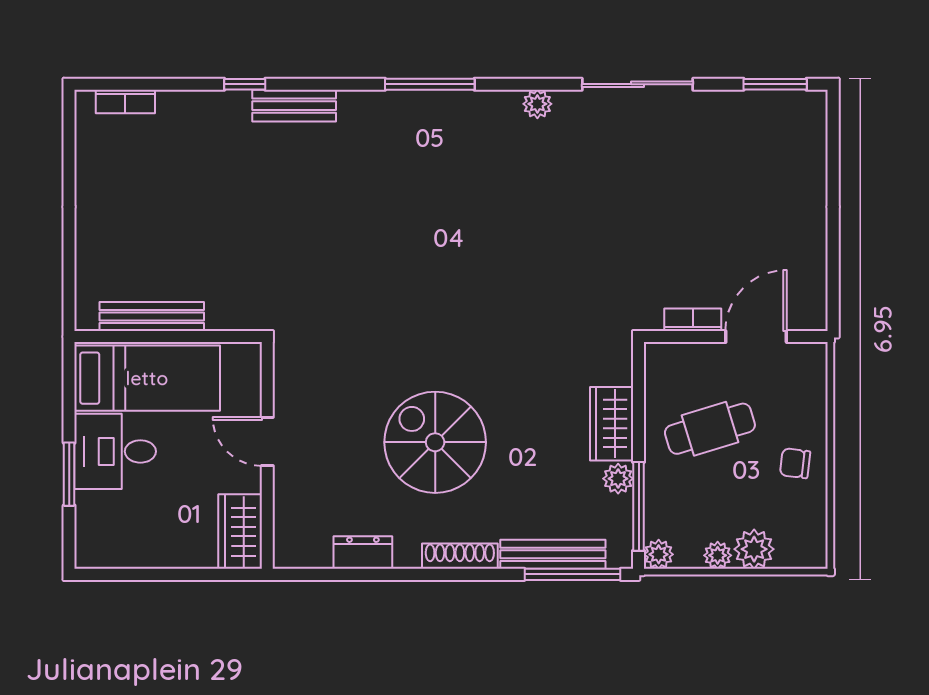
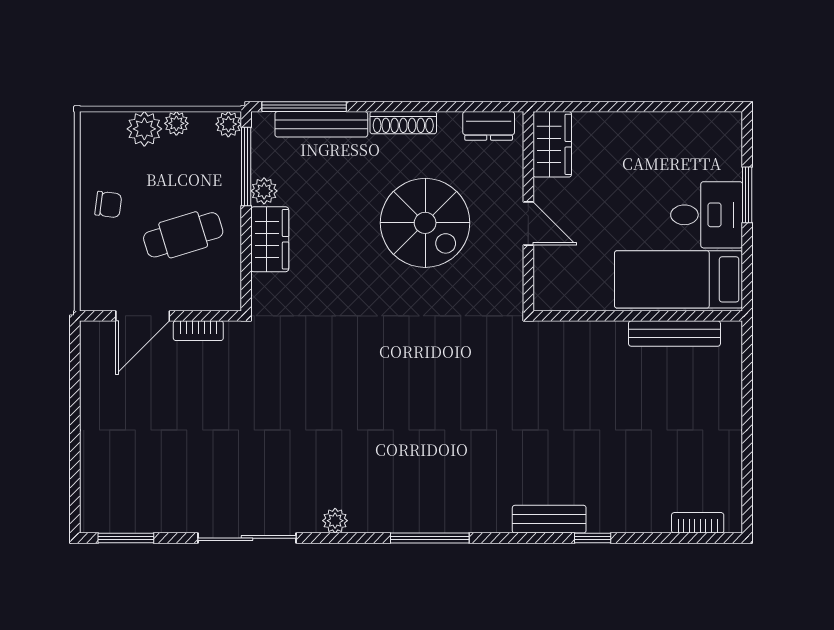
door: (267, 442) -> (528, 224), moved
wall: (267, 455) -> (528, 211), moved
wardrobe: (240, 532) -> (552, 144), moved

